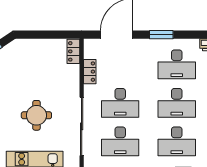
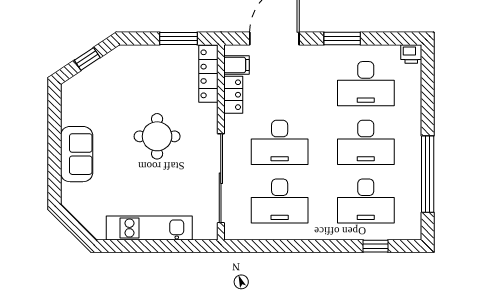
window: (54, 35) -> (179, 38), added
locker: (73, 51) -> (208, 74), width x1.53
filing cabinet: (92, 52) -> (236, 65), added
round table: (36, 115) -> (157, 136), moved

